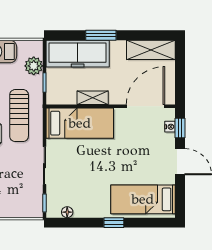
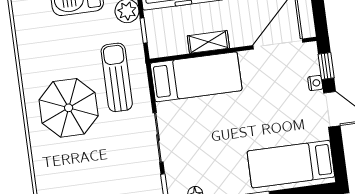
sun lounger: (19, 116) -> (117, 77), turned 180
nightstand: (170, 127) -> (315, 83), moved

